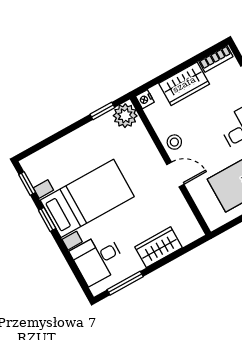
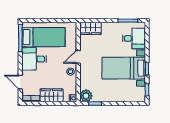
door: (175, 174) -> (78, 57), hinge flipped
wardrobe: (159, 247) -> (90, 28), moved

